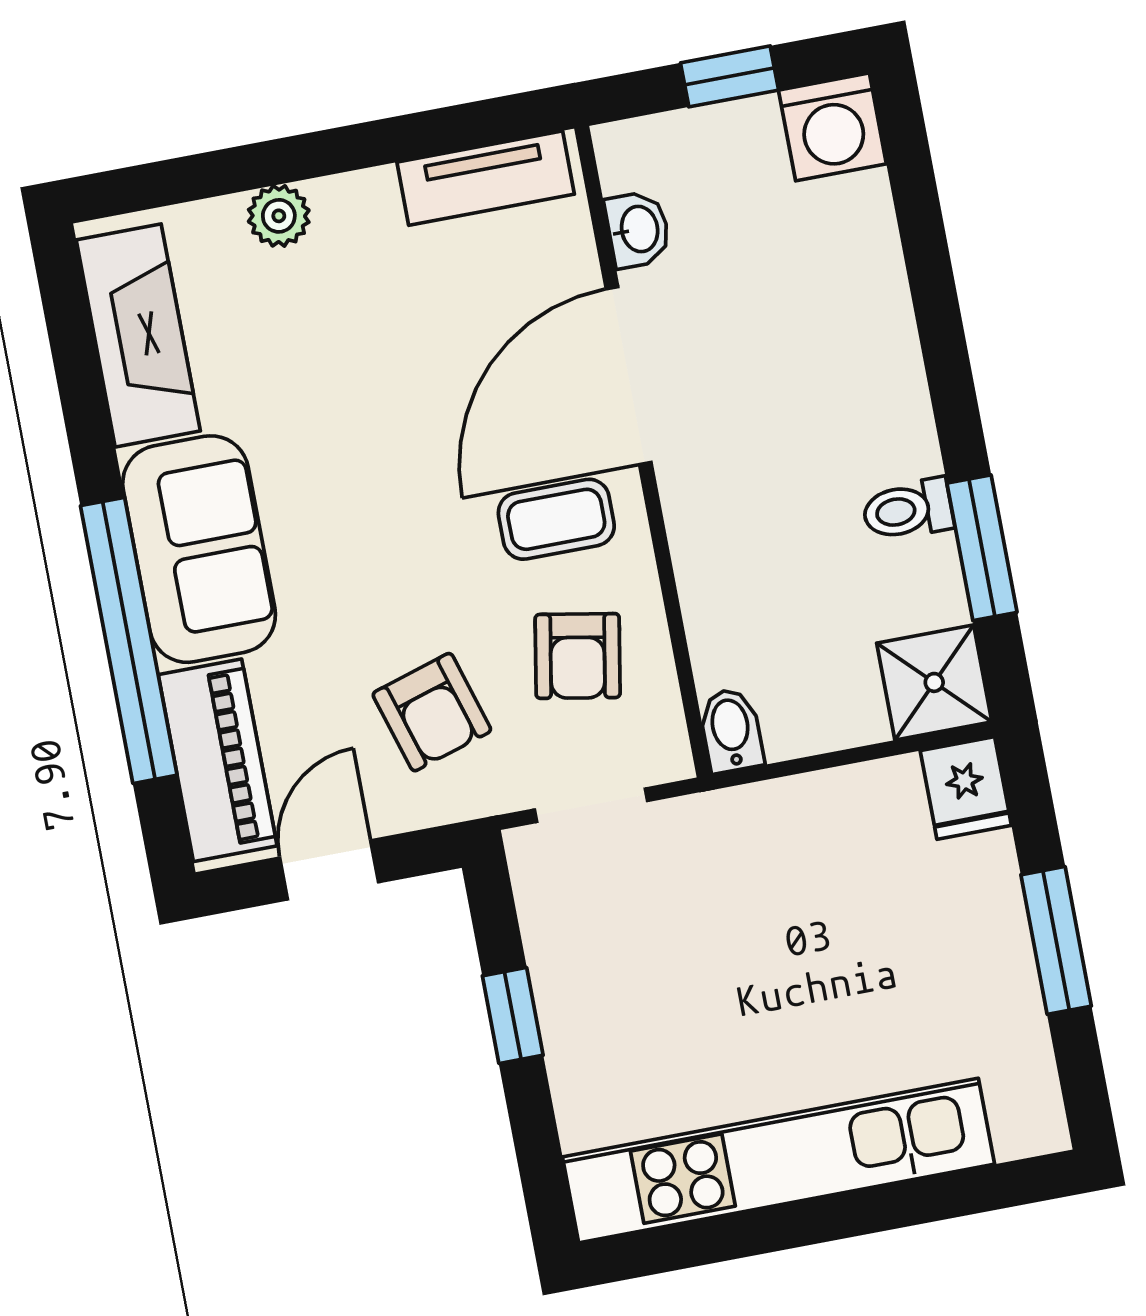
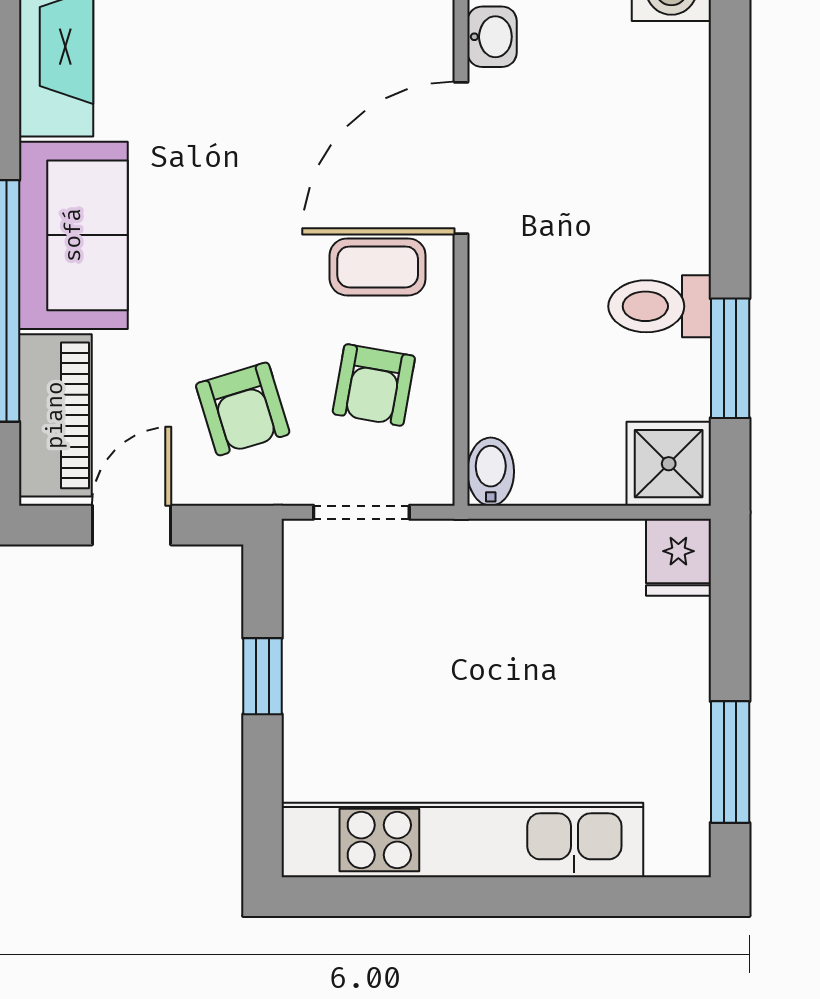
toilet: (908, 510) -> (660, 306), width x1.37, depth x1.39
window: (1056, 940) -> (730, 762), moved

